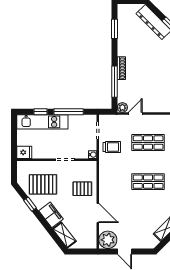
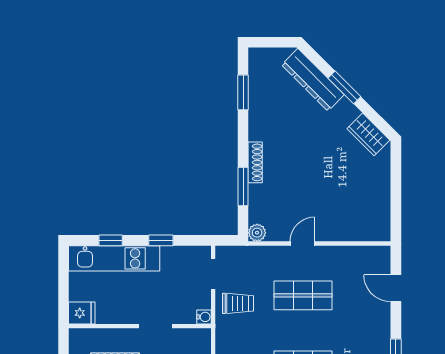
window: (115, 82) -> (243, 187), width x0.69
window: (69, 112) -> (161, 240), width x0.46
door: (135, 114) -> (302, 244), moved

